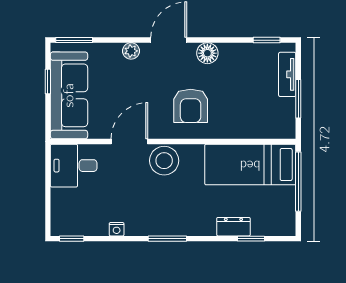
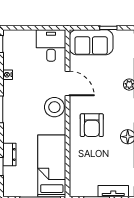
sofa: (69, 95) -> (91, 42), width x0.73
armchair: (191, 106) -> (92, 125), turned -90

